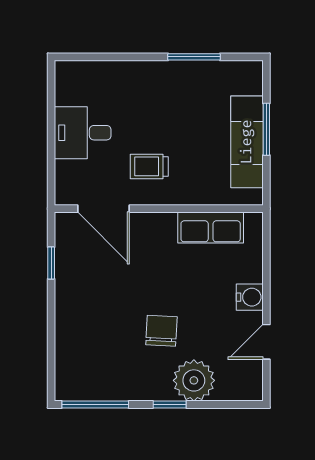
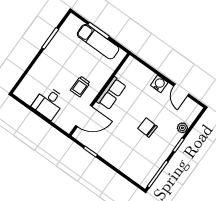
row of seats: (211, 228) -> (111, 93), moved
plant: (194, 380) -> (182, 128), width x0.53, depth x0.53

